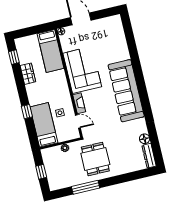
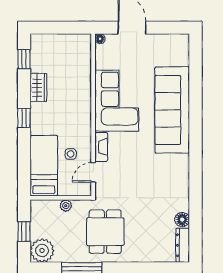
bed: (51, 51) -> (78, 63), removed
sofa: (126, 91) -> (172, 110), moved
window: (27, 112) -> (24, 118), moved
door: (78, 121) -> (93, 172), swing flipped
plant: (56, 182) -> (42, 250), added

